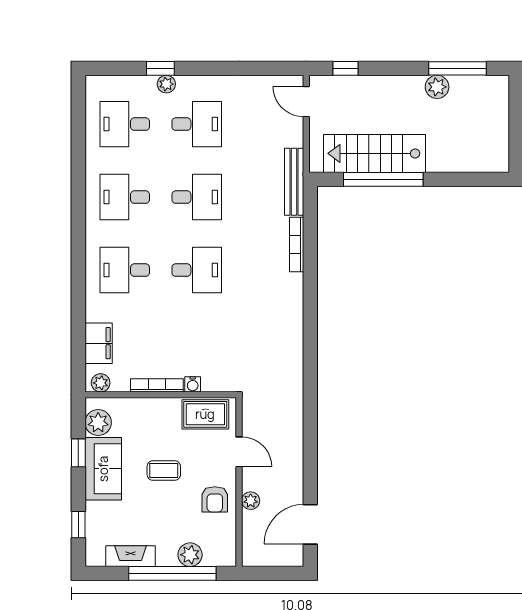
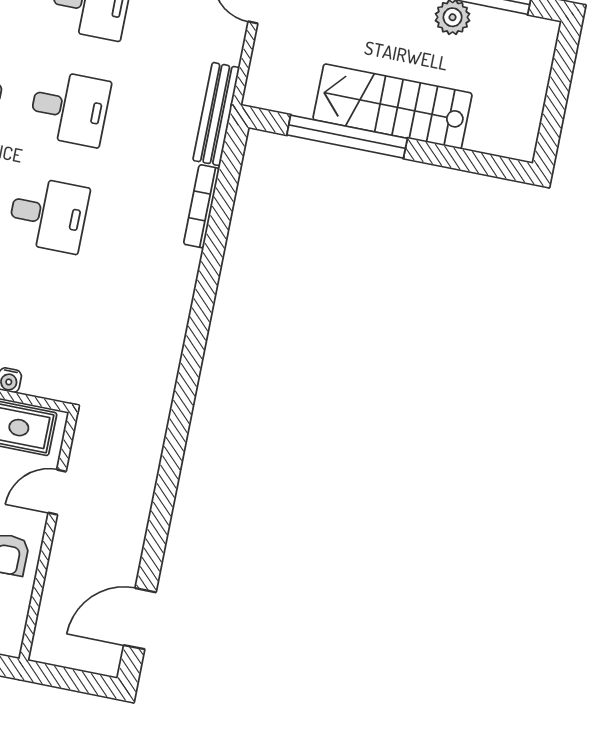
stairs: (374, 153) -> (393, 106), moved
door: (239, 452) -> (57, 492), swing flipped
plant: (251, 501) -> (60, 567), removed

